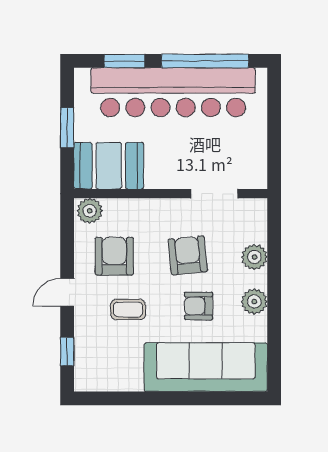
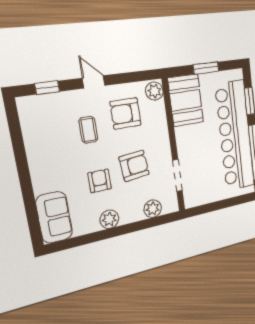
armchair: (114, 256) -> (126, 113), turned 180
plant: (254, 257) -> (153, 209), moved
sofa: (206, 367) -> (54, 217), width x0.54, depth x0.79

